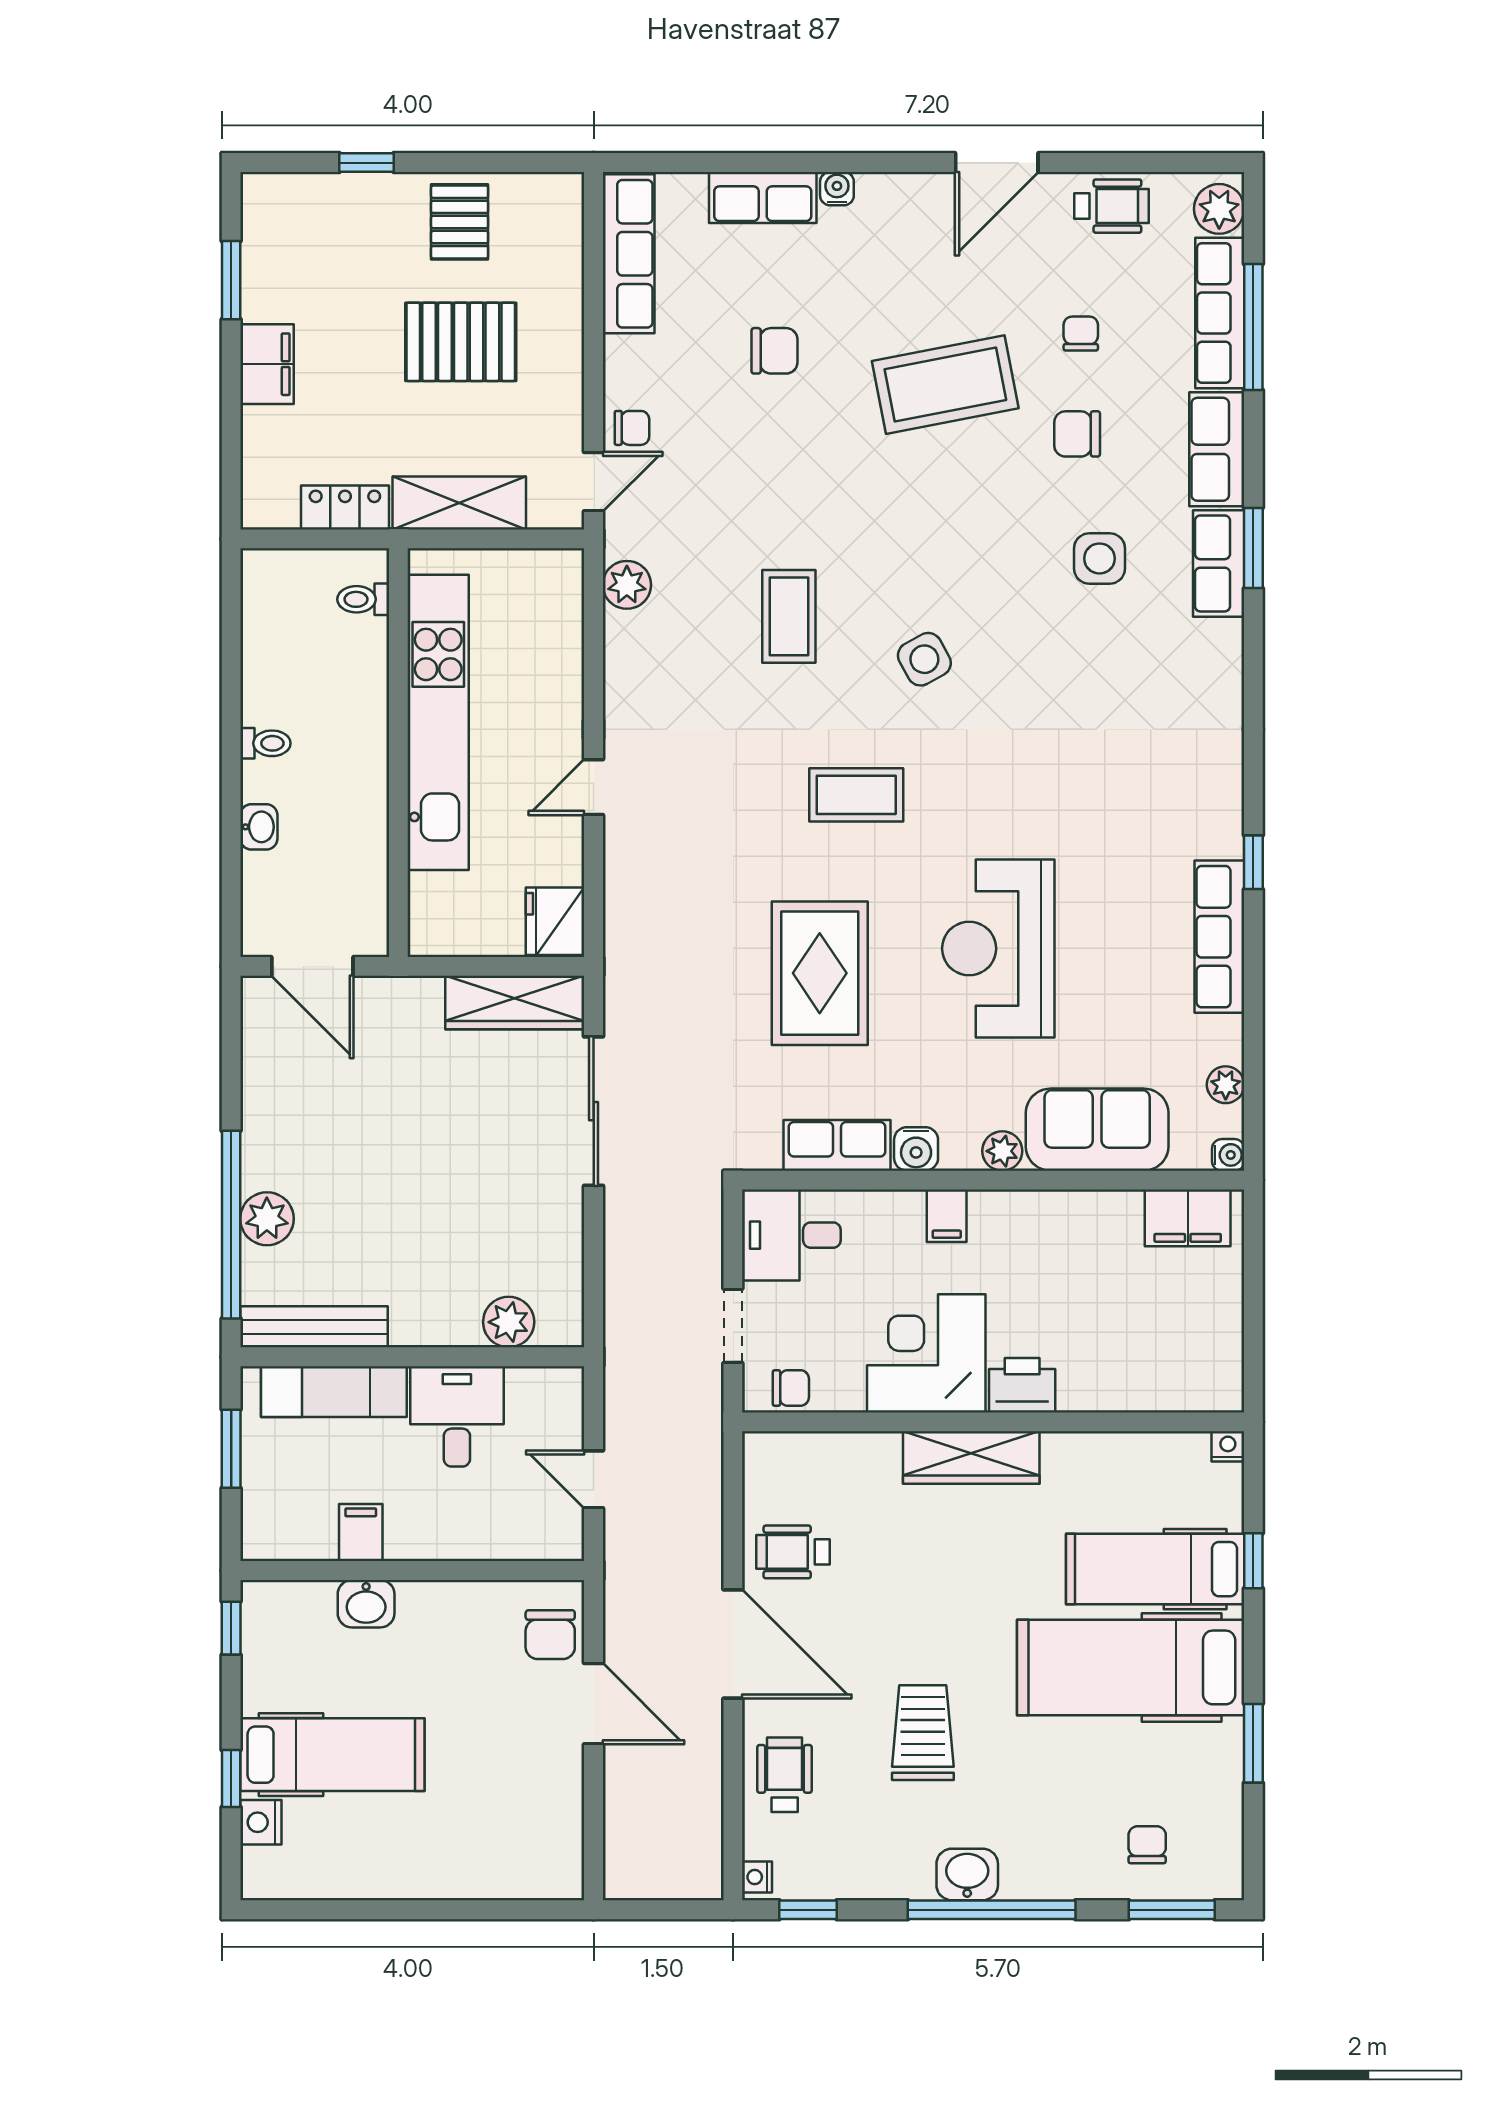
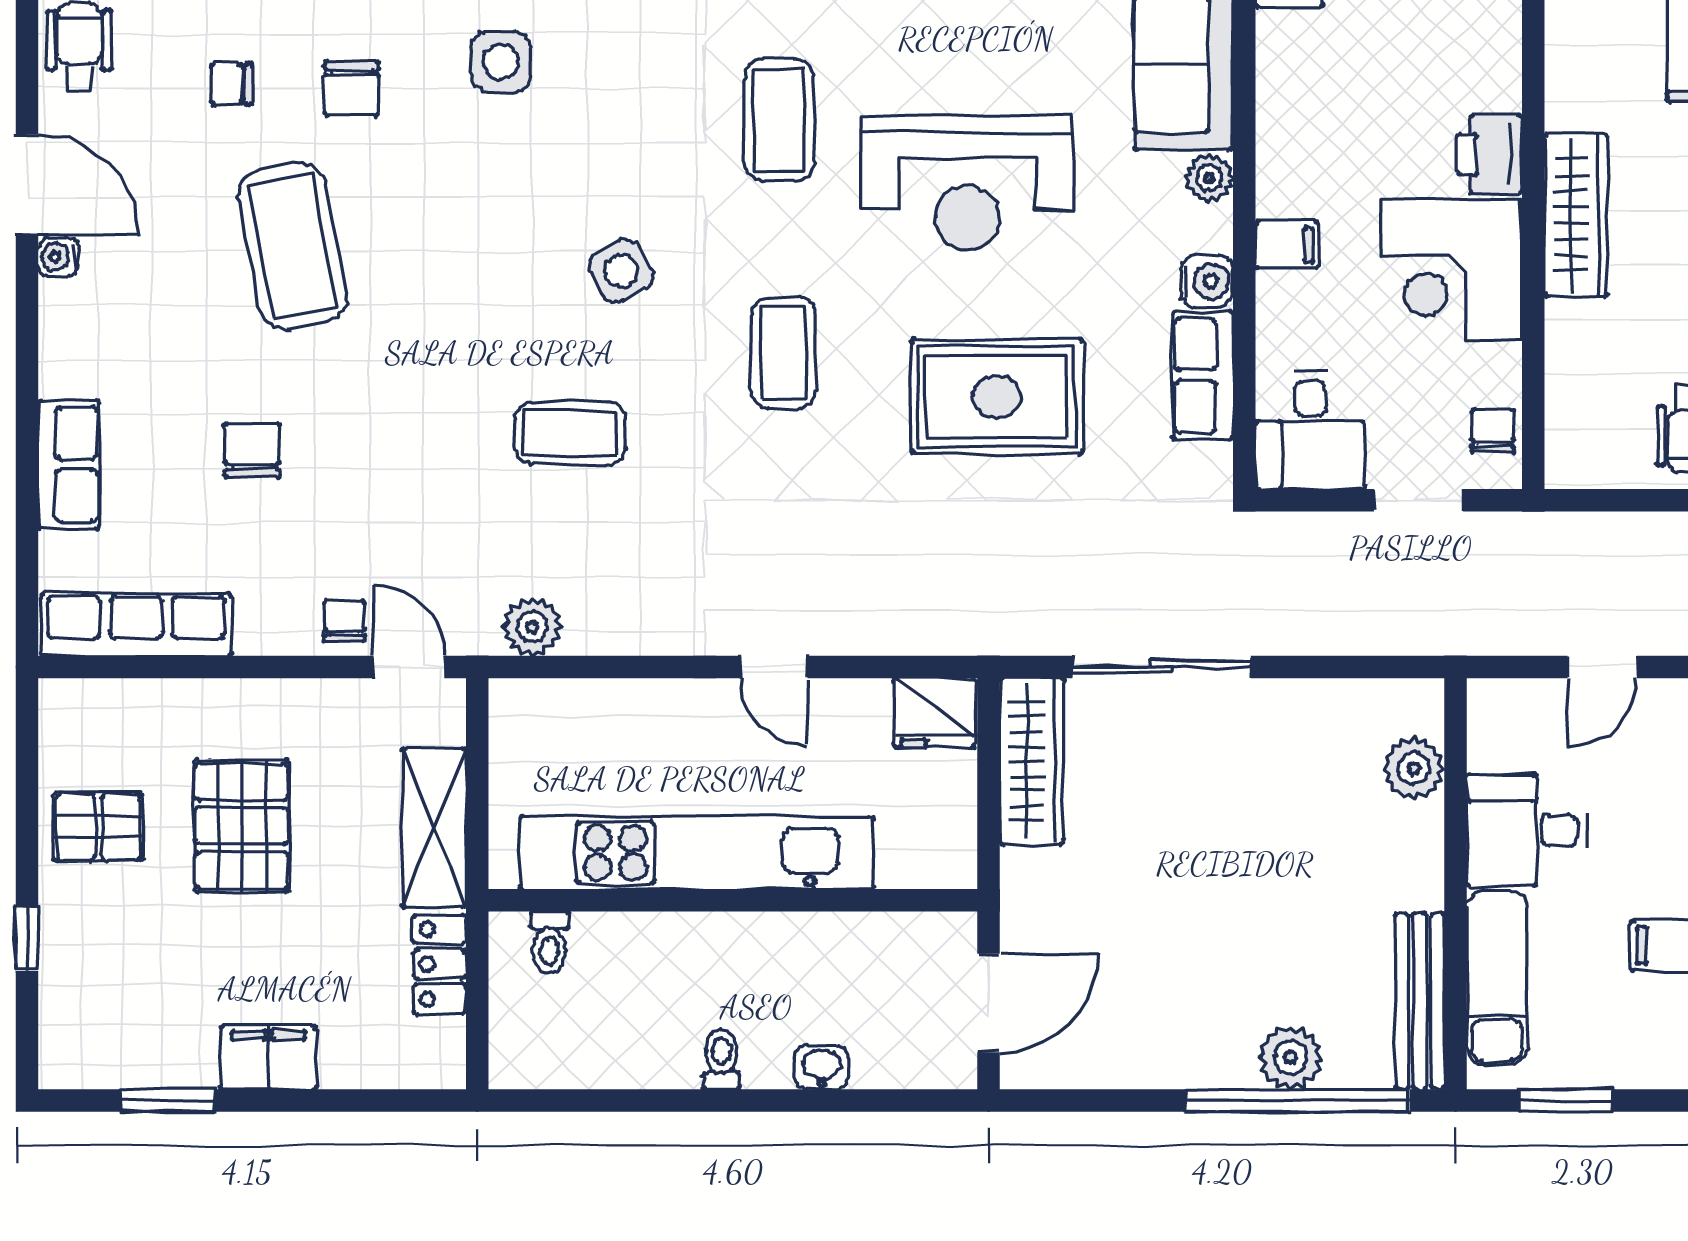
water cooler: (837, 189) -> (58, 257), moved
coffee table: (1051, 791) -> (779, 120), added

